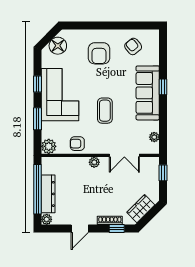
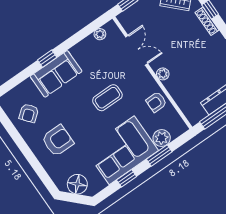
sofa: (148, 93) -> (56, 74), width x0.73
armchair: (77, 144) -> (156, 102), turned 90
plant: (49, 146) -> (162, 138), moved

